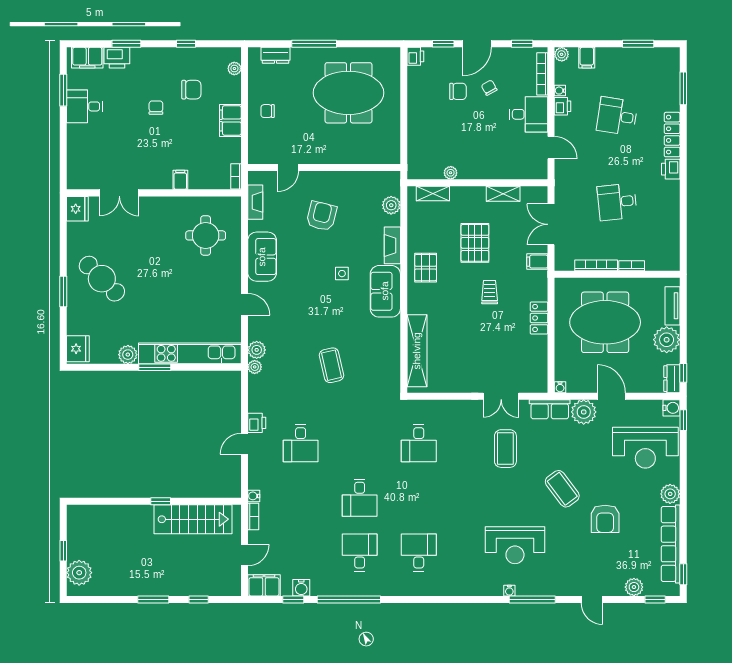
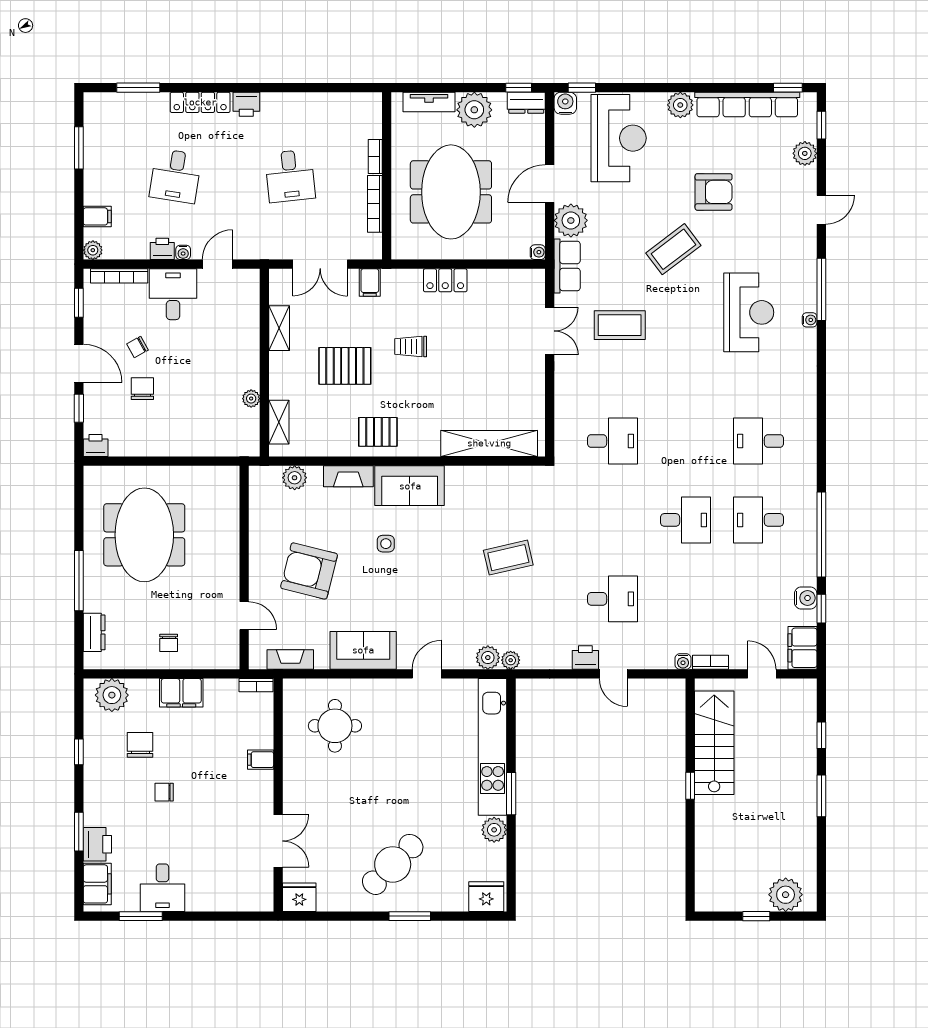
plant: (234, 69) -> (112, 695), width x1.88, depth x1.88
water cooler: (560, 91) -> (183, 252), moved
armchair: (321, 216) -> (309, 571), width x1.36, depth x1.36

